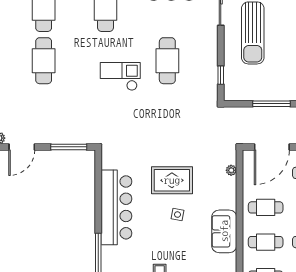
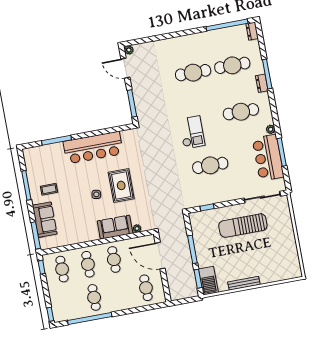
sofa: (224, 231) -> (115, 227), moved

